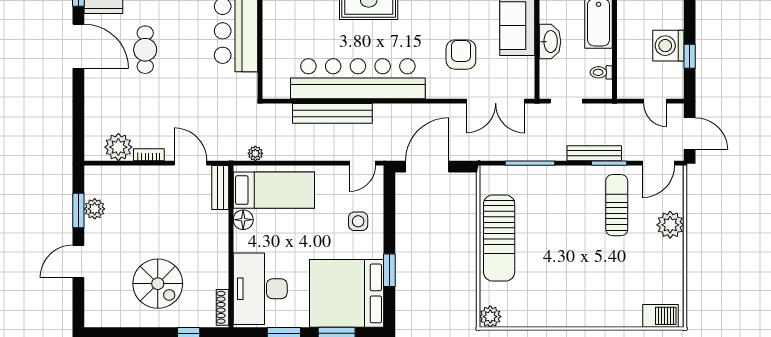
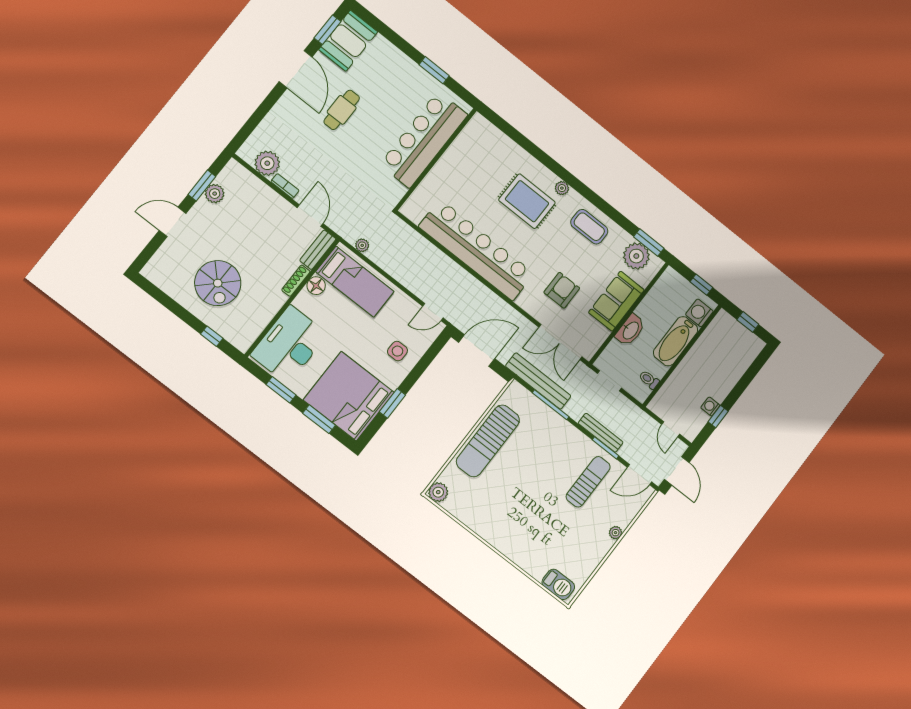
washing machine: (668, 46) -> (710, 407), width x0.53, depth x0.53
bench: (332, 113) -> (538, 381), moved
plant: (670, 225) -> (616, 533), width x0.53, depth x0.53
shoe rack: (223, 307) -> (296, 281), moved

